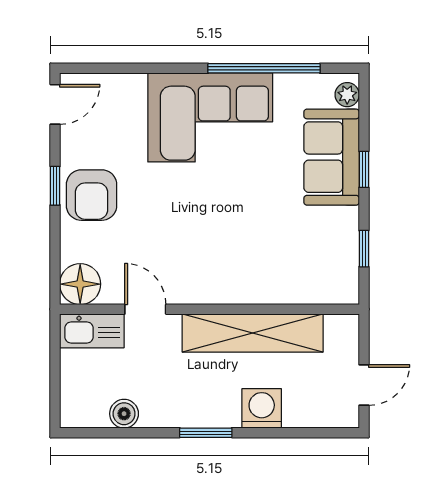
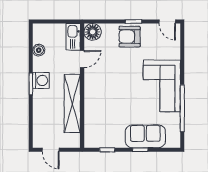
plant: (347, 95) -> (171, 143), removed
washing machine: (262, 408) -> (41, 80), moved

